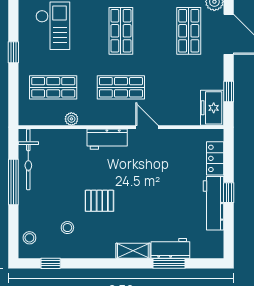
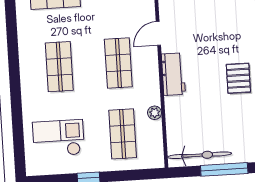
shop shelf: (121, 31) -> (59, 67), turned 90

